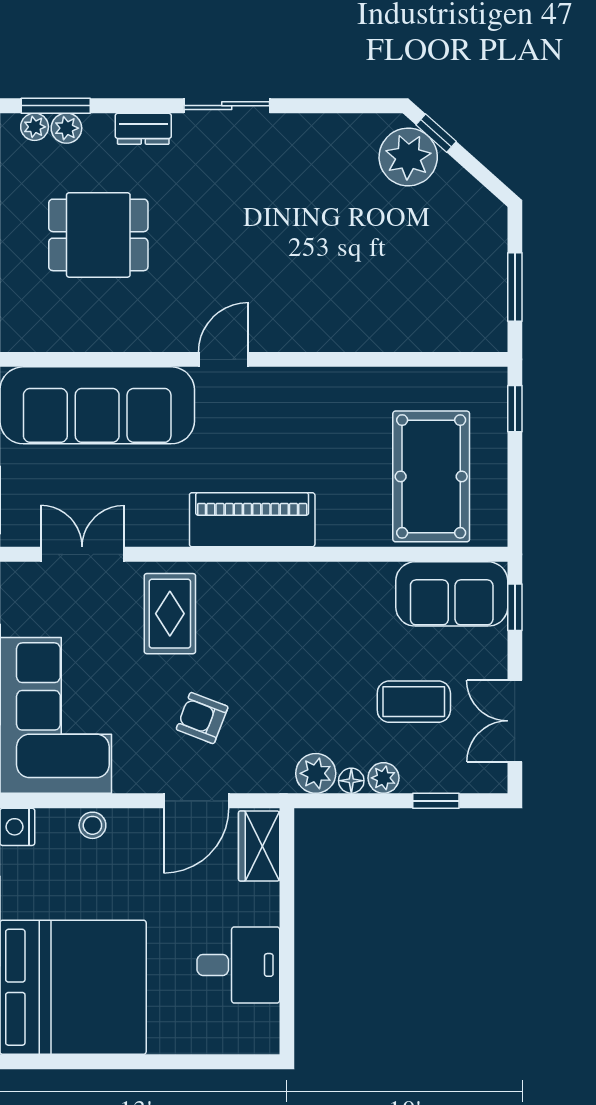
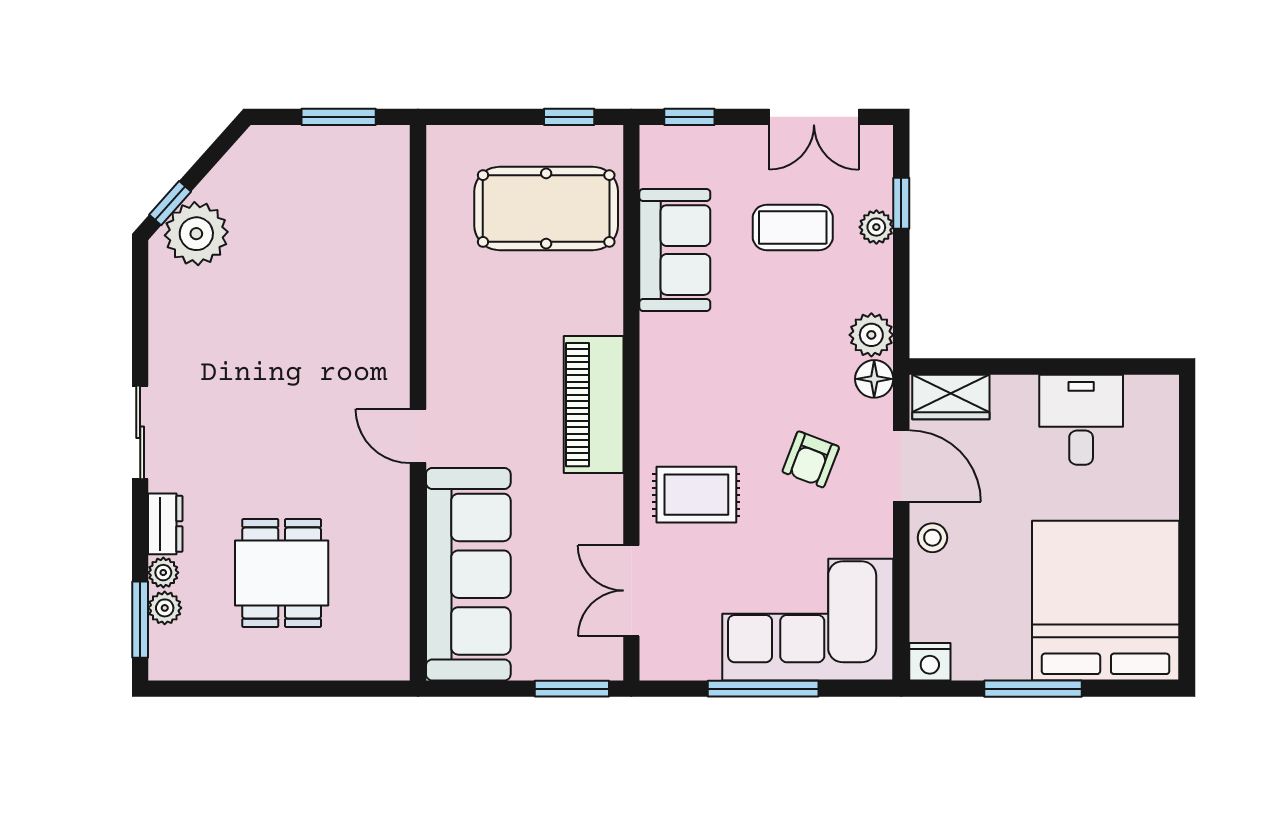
plant: (35, 127) -> (163, 573), moved
window: (515, 409) -> (569, 117), moved
sofa: (452, 594) -> (675, 250), moved
coffee table: (414, 702) -> (793, 227), turned 90
plant: (383, 778) -> (876, 227), moved
floor lamp: (351, 781) -> (874, 379), moved, width x1.37, depth x1.37
stool: (92, 825) -> (932, 538), moved

